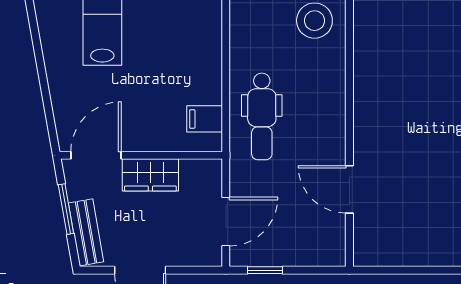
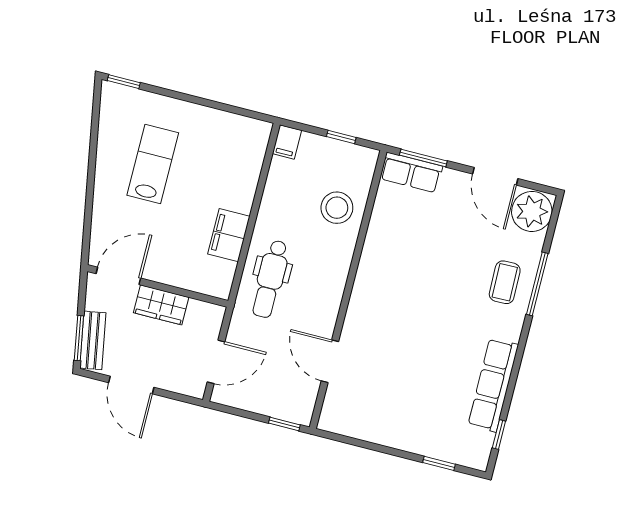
filing cabinet: (205, 119) -> (229, 235), moved, width x2.00
window: (66, 209) -> (79, 338), moved
window: (265, 270) -> (284, 424), moved

